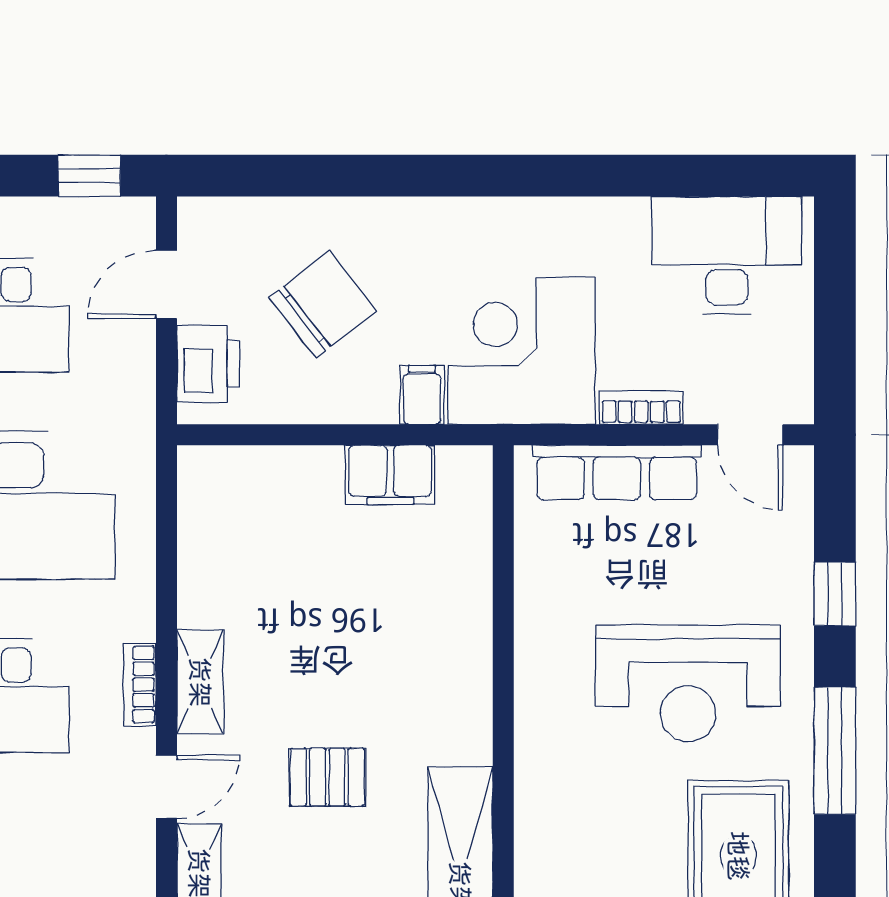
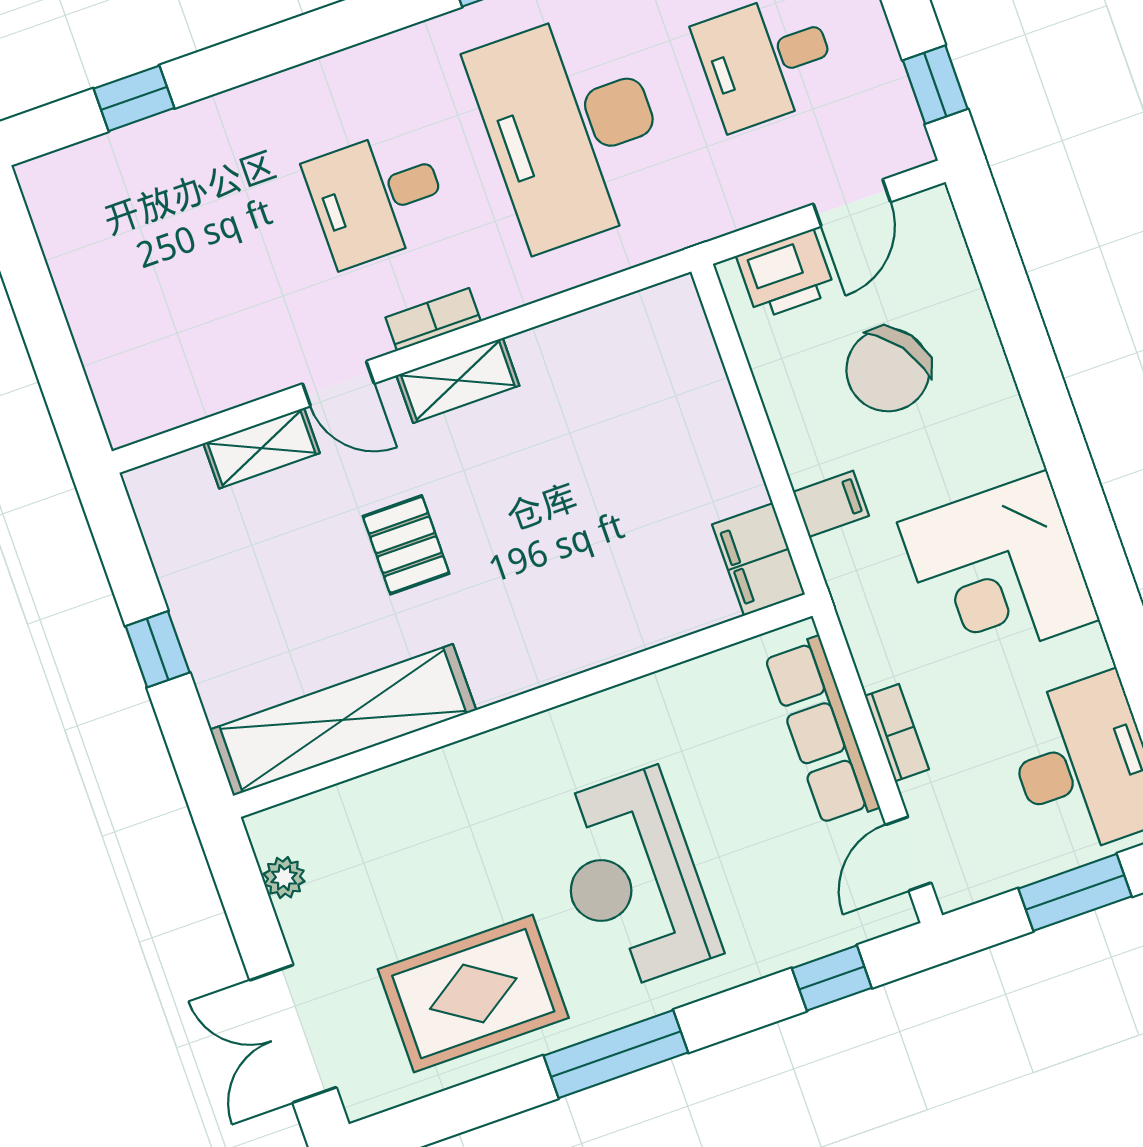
door: (166, 284) -> (852, 203), swing flipped
window: (835, 302) -> (1075, 892), added
chair: (323, 304) -> (888, 370), turned 92
corner desk: (522, 351) -> (998, 571), moved, turned 180
filing cabinet: (390, 475) -> (759, 559), moved
window: (835, 594) -> (832, 978), moved

